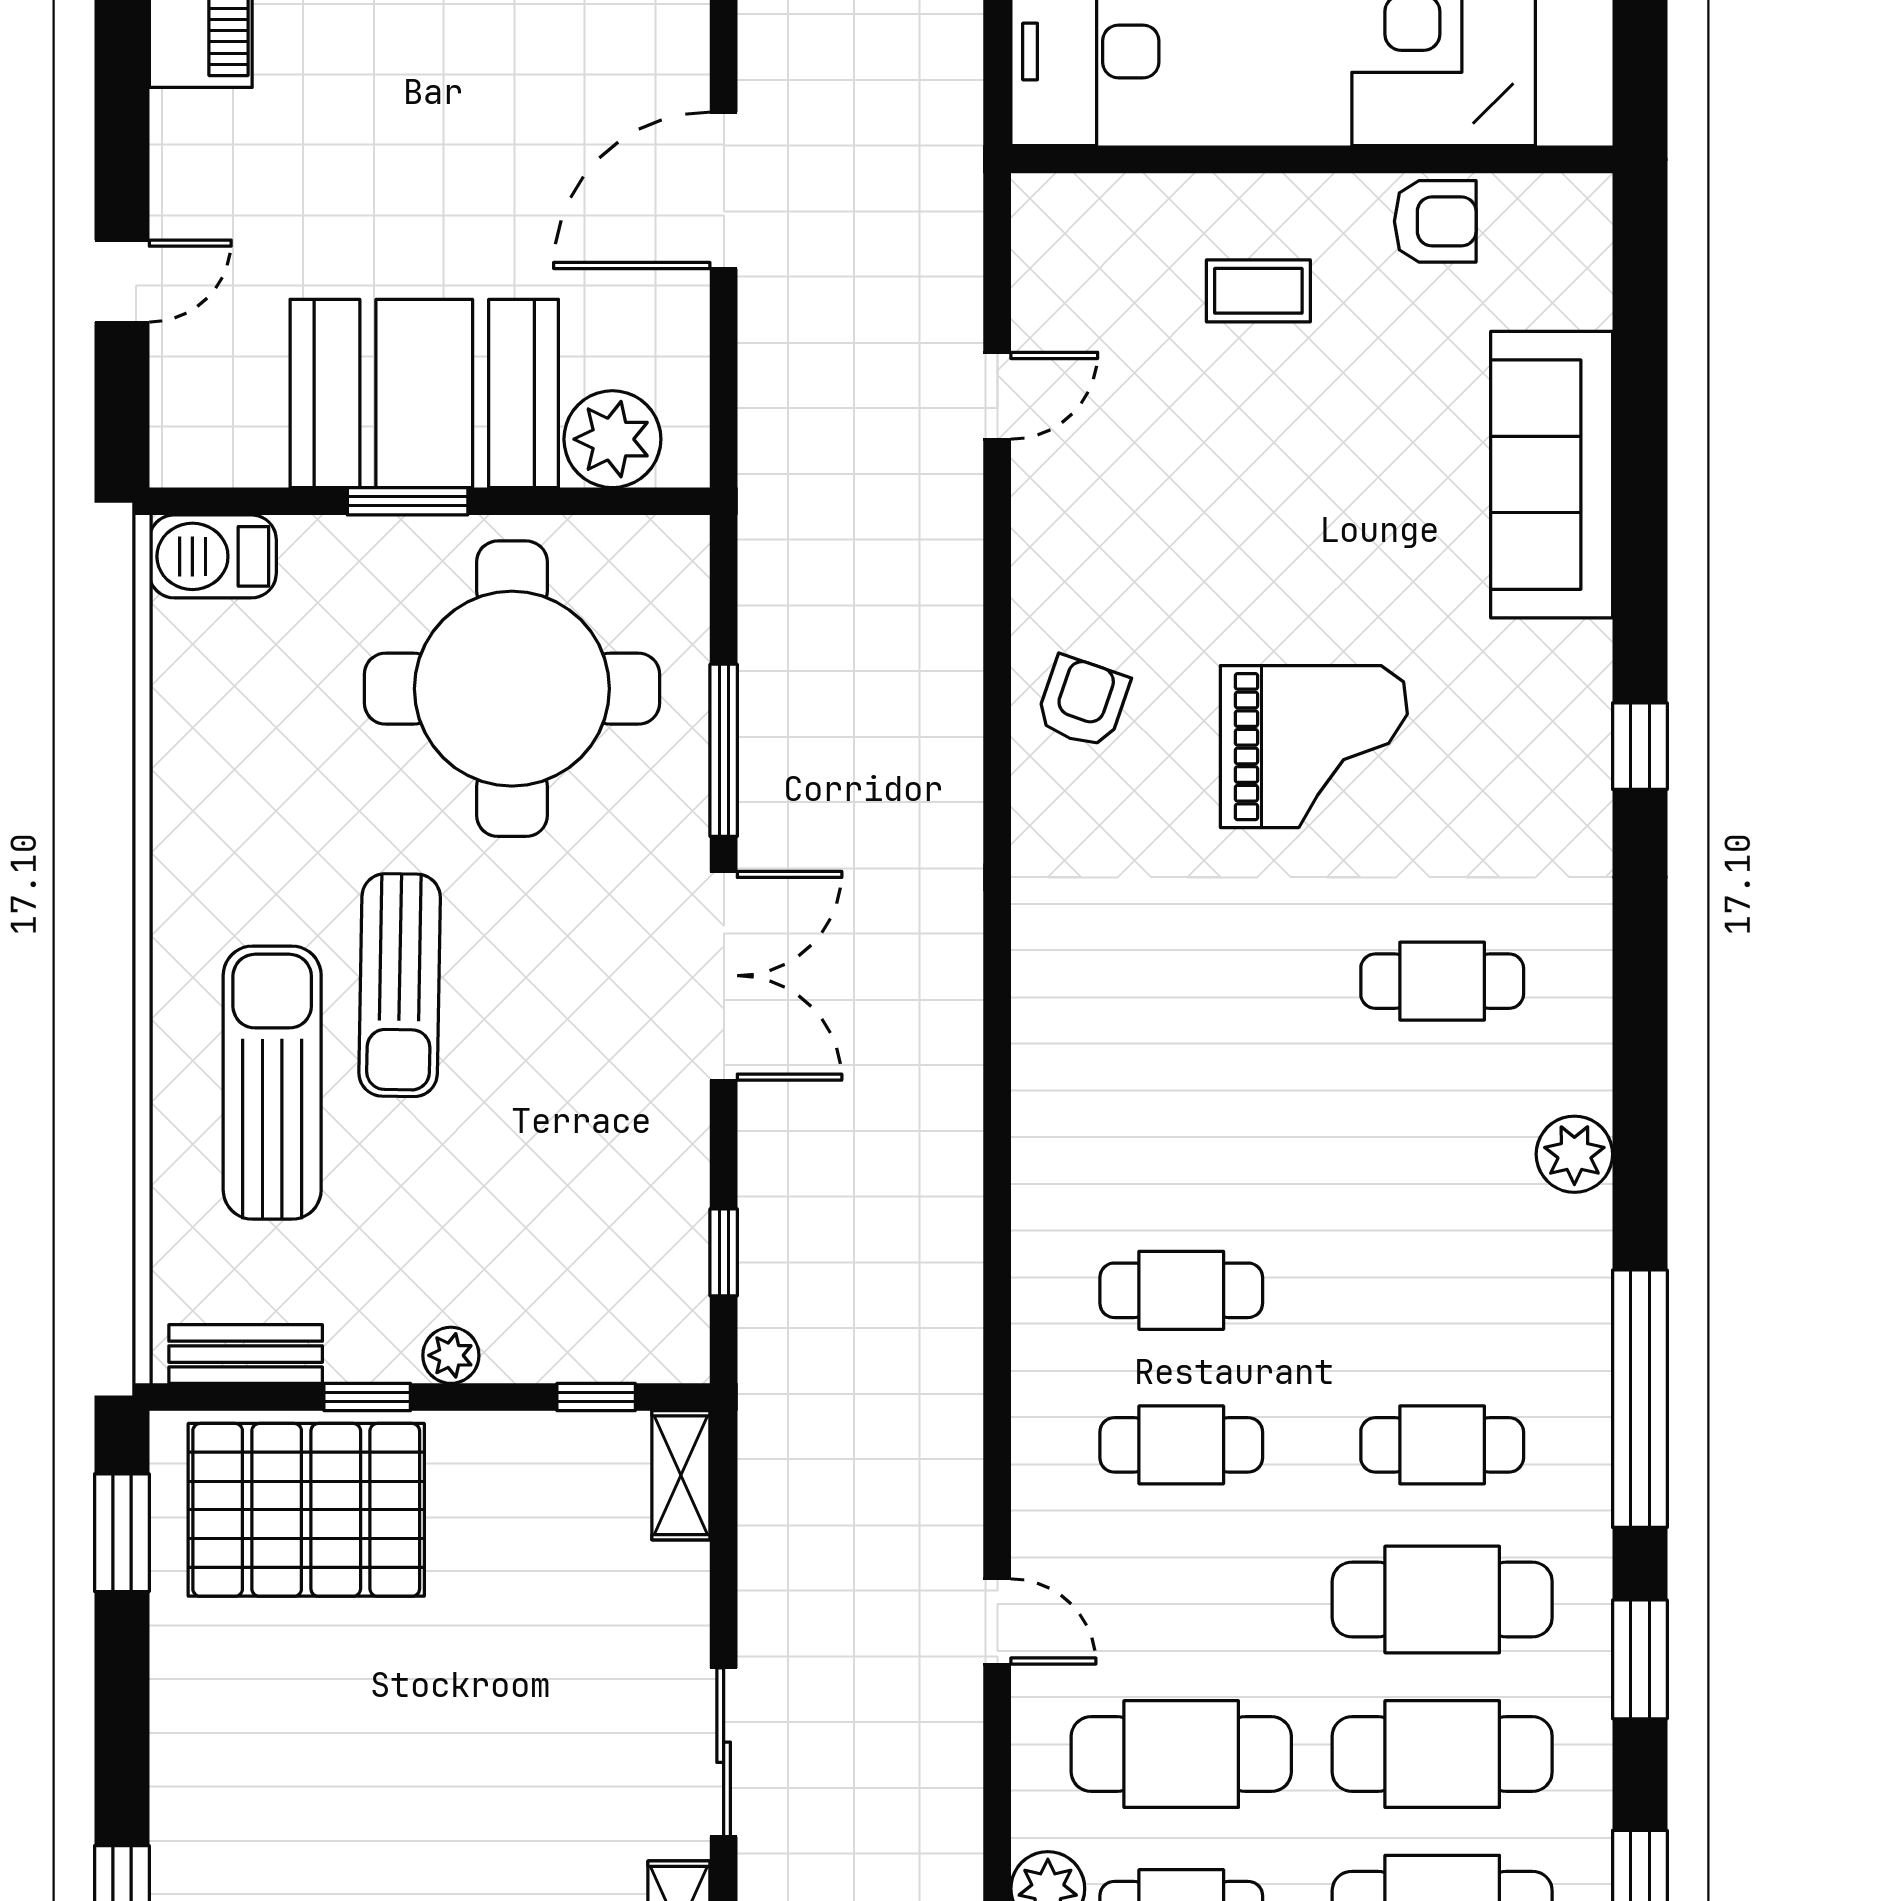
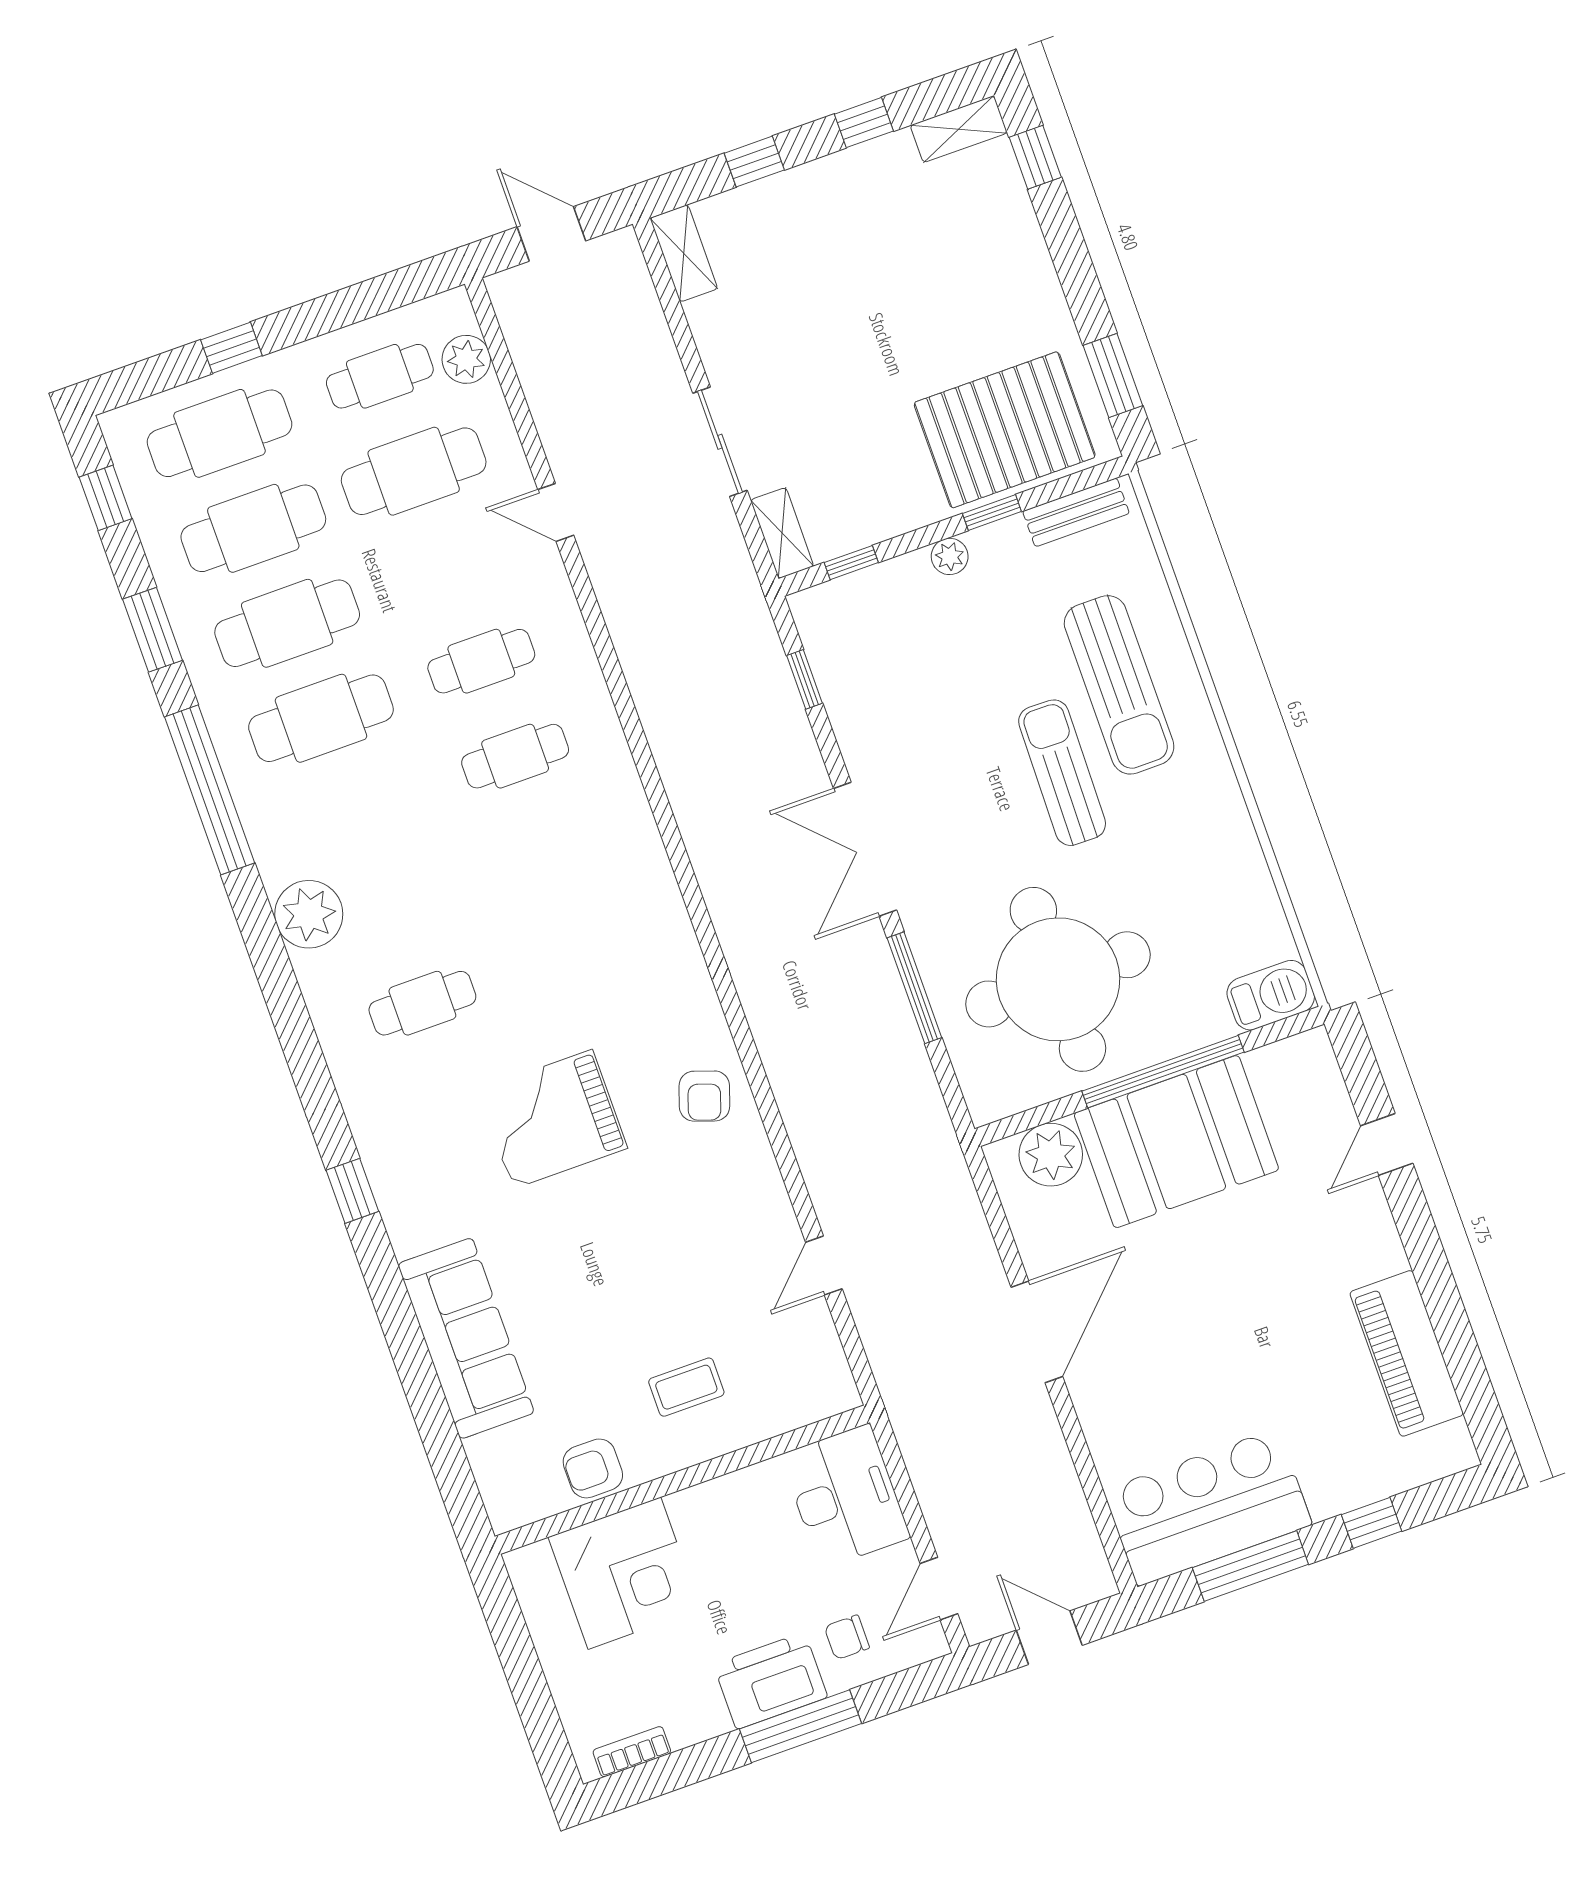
window: (408, 501) -> (1163, 1072), width x2.11
plant: (1574, 1154) -> (309, 914), width x1.36, depth x1.36
cafe table: (1442, 1445) -> (321, 718), width x1.37, depth x1.35
sliding door: (724, 1752) -> (720, 442), moved

